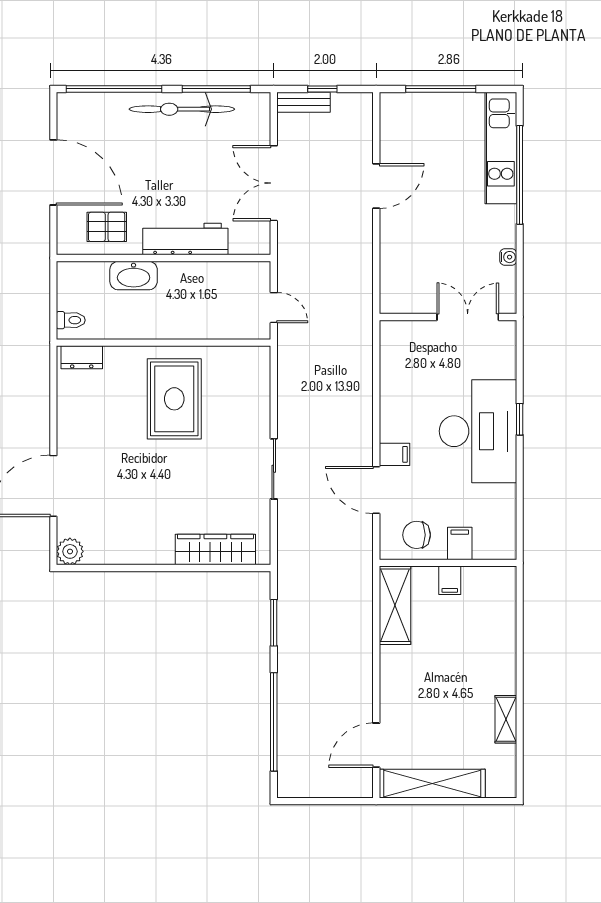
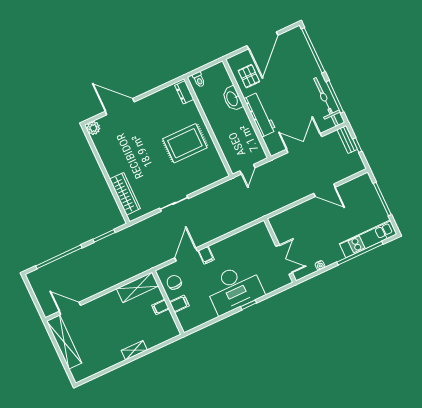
bicycle: (182, 109) -> (326, 102), moved
shelving: (506, 719) -> (134, 350), moved

